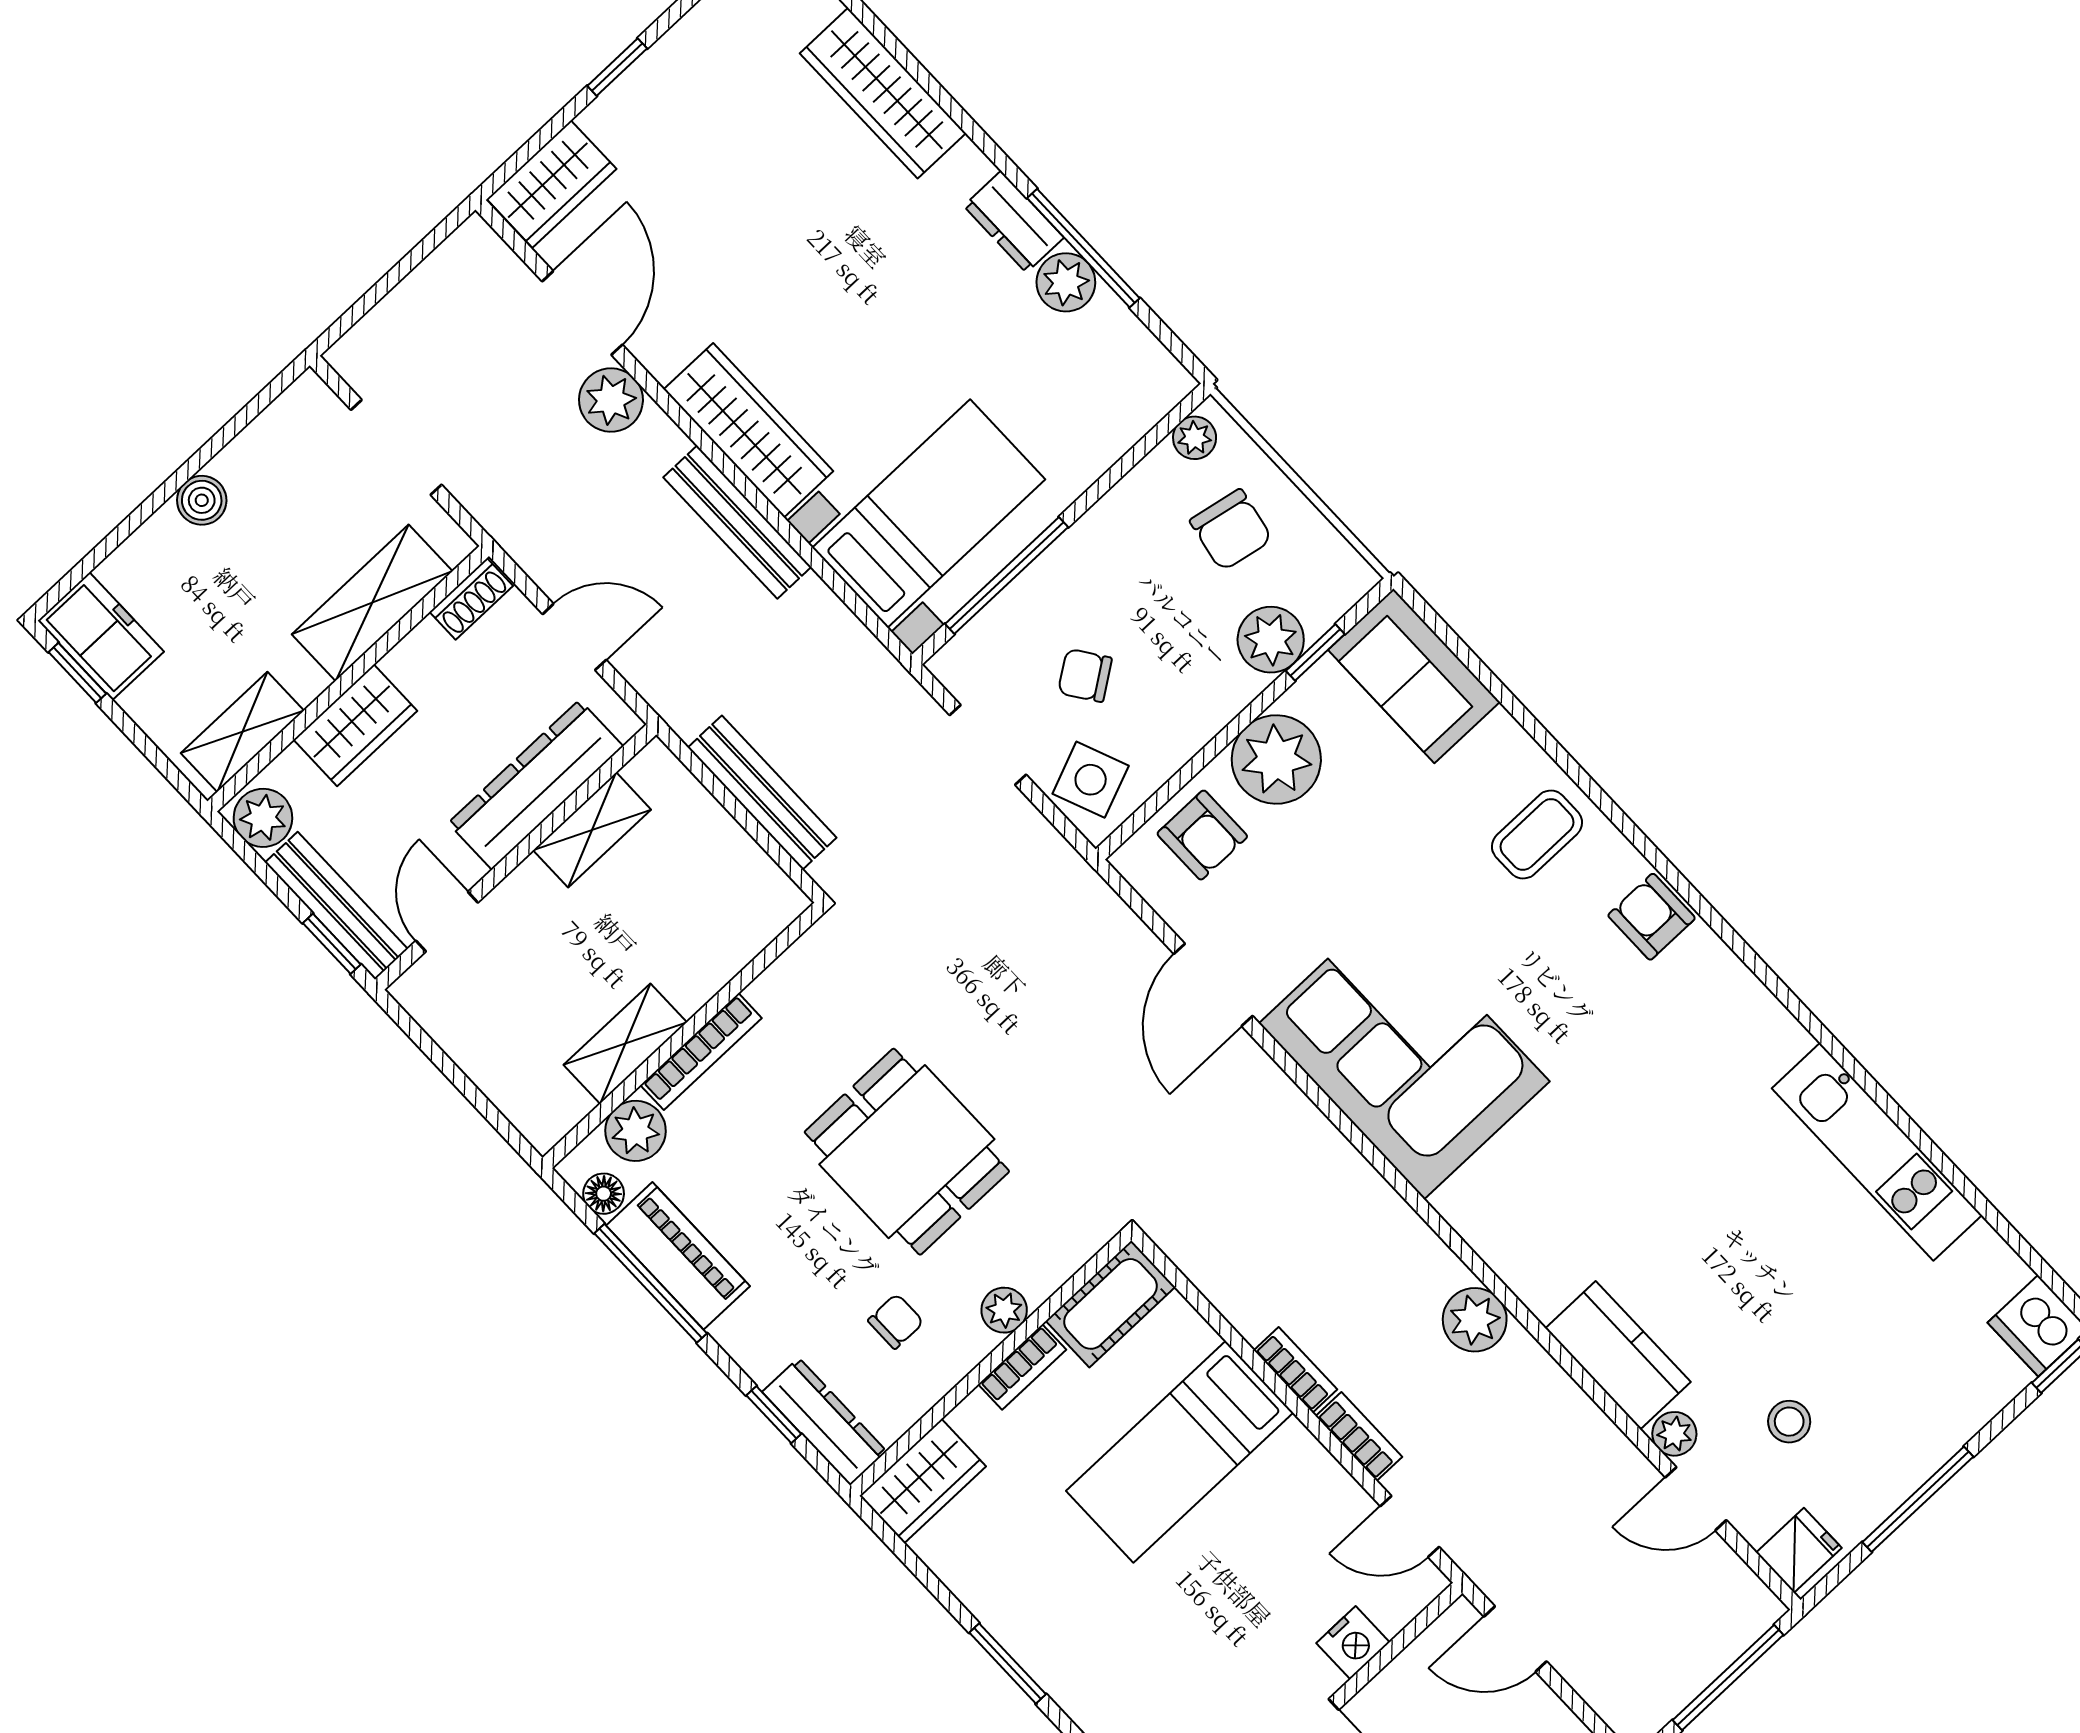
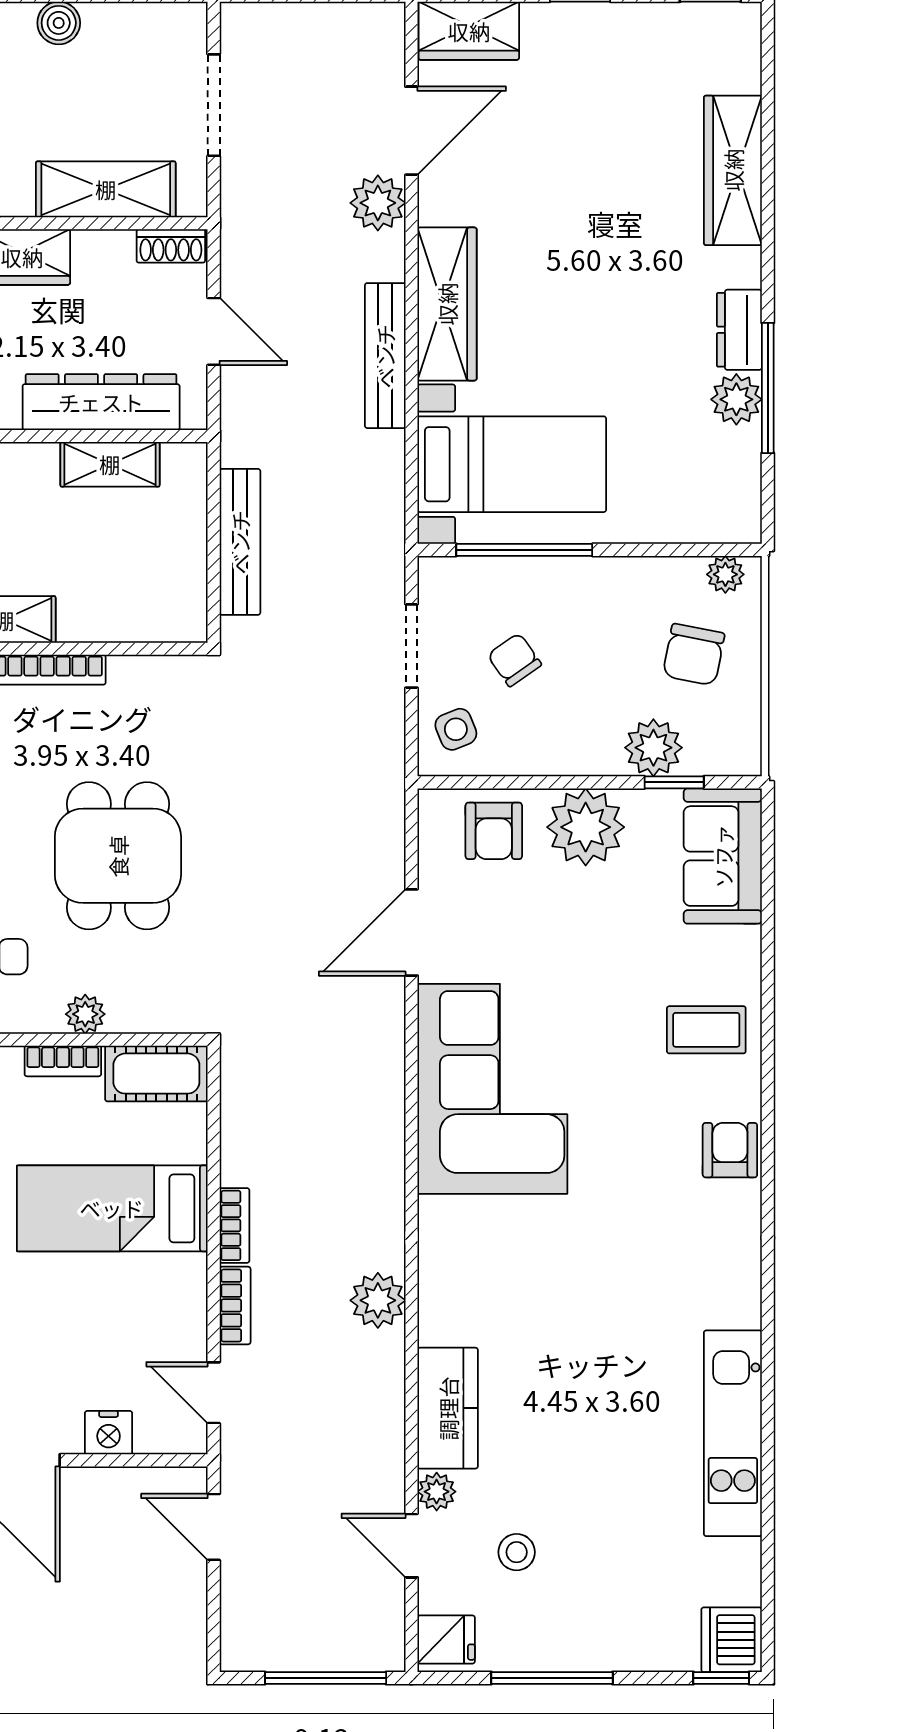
side table: (1091, 780) -> (456, 729), width x0.73, depth x0.73

